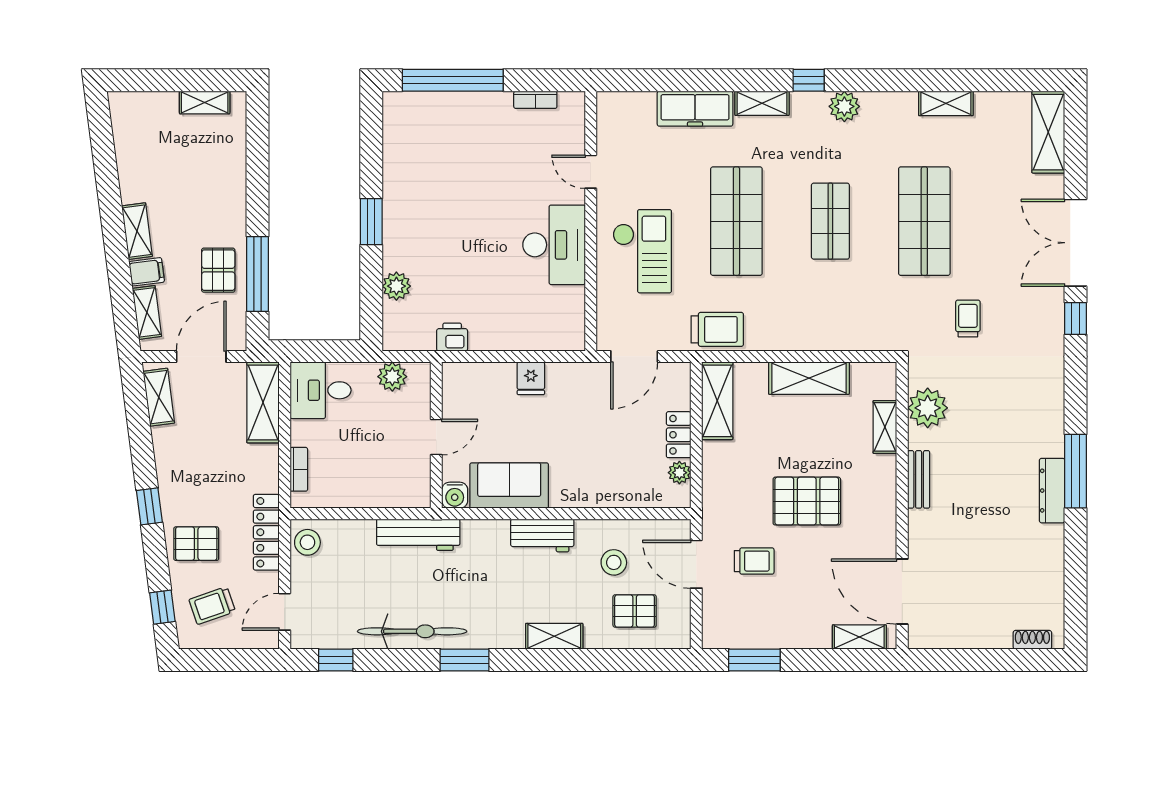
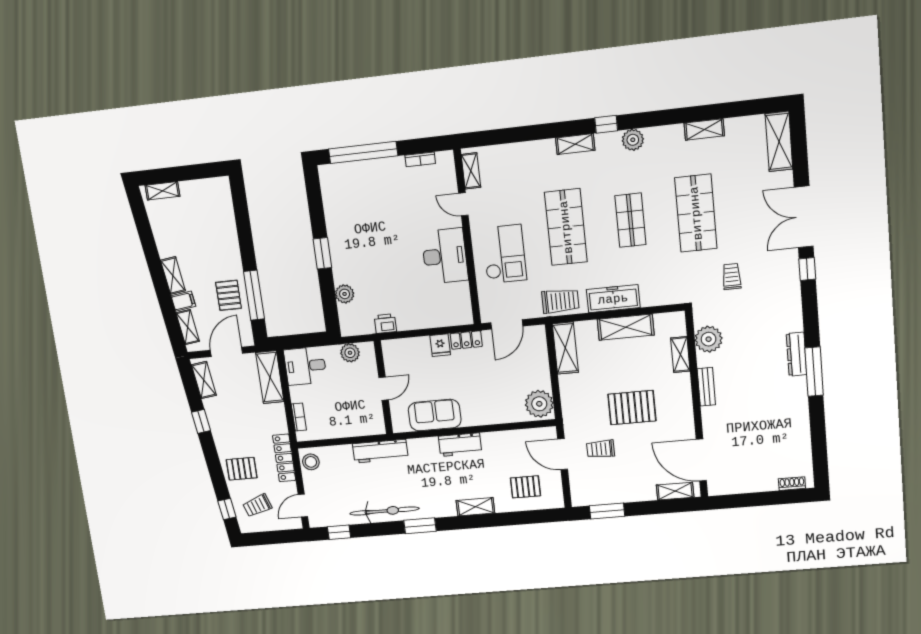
shelving: (205, 102) -> (163, 191), moved
freezer: (695, 109) -> (613, 299), moved, turned 180
shelving: (608, 125) -> (471, 171), added
locker: (679, 435) -> (466, 340), moved, turned -90
plant: (679, 473) -> (539, 404), width x1.87, depth x1.87
dresser: (1052, 491) -> (796, 354), moved
water cooler: (455, 495) -> (400, 424), removed
window: (149, 506) -> (201, 421), moved
trolley: (754, 561) -> (601, 449), turned 180
stool: (614, 562) -> (508, 458), removed

